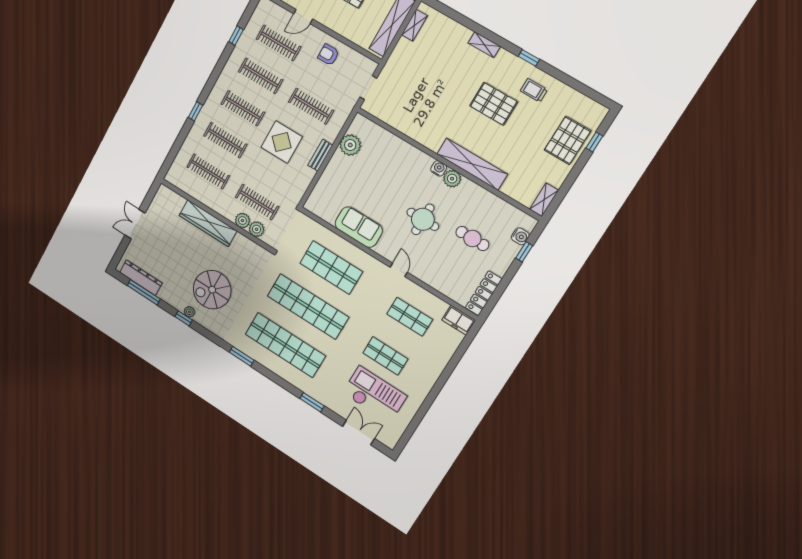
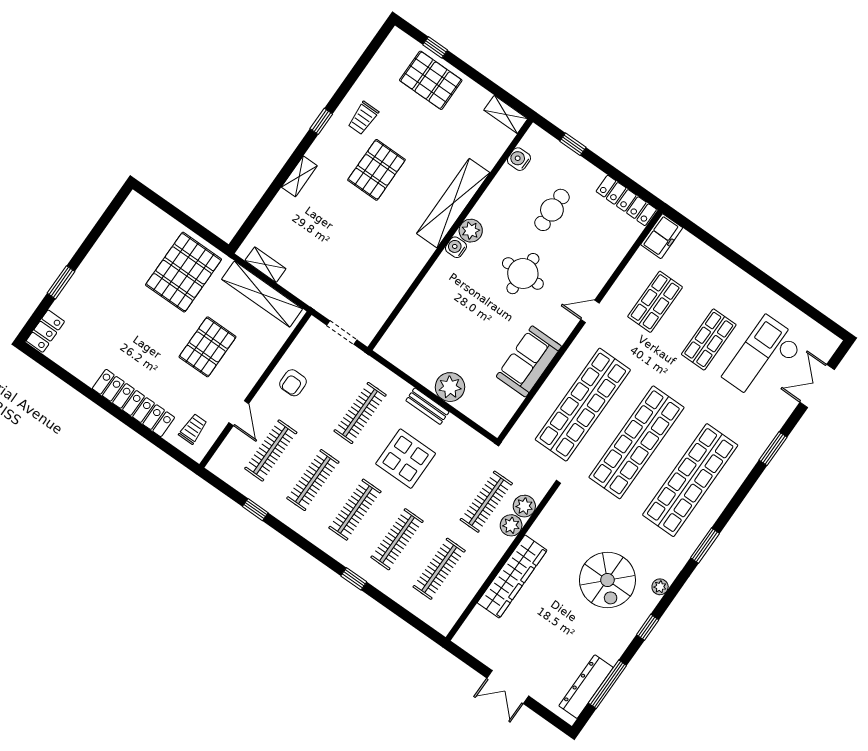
plant: (350, 145) -> (450, 387), moved
water cooler: (520, 236) -> (519, 159), moved, turned -90
shop shelf: (331, 267) -> (583, 405), width x1.40
plant: (189, 312) -> (660, 587), moved

